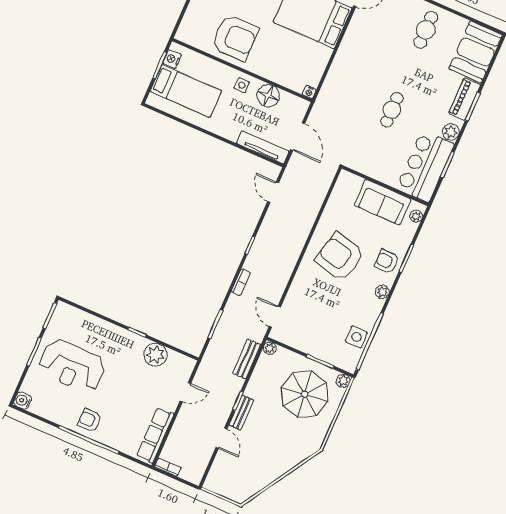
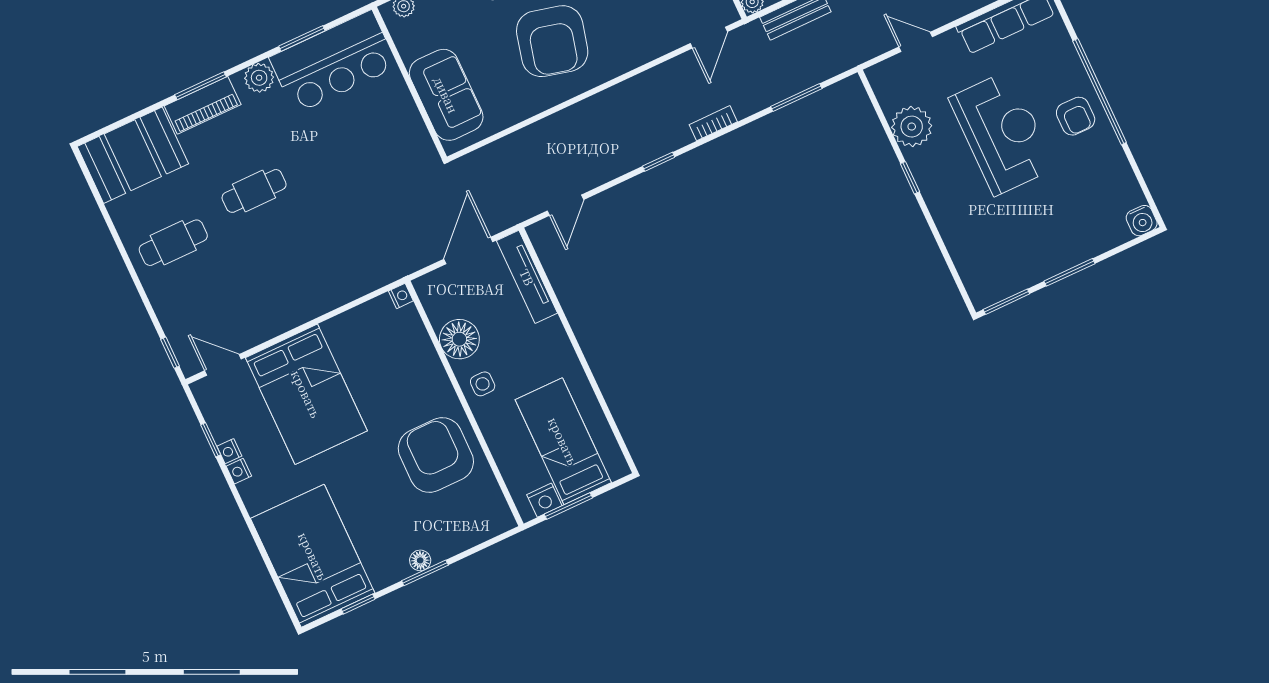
cafe table: (392, 110) -> (254, 191), moved
sofa: (383, 202) -> (446, 95), moved
reception desk: (72, 366) -> (1002, 133), moved

